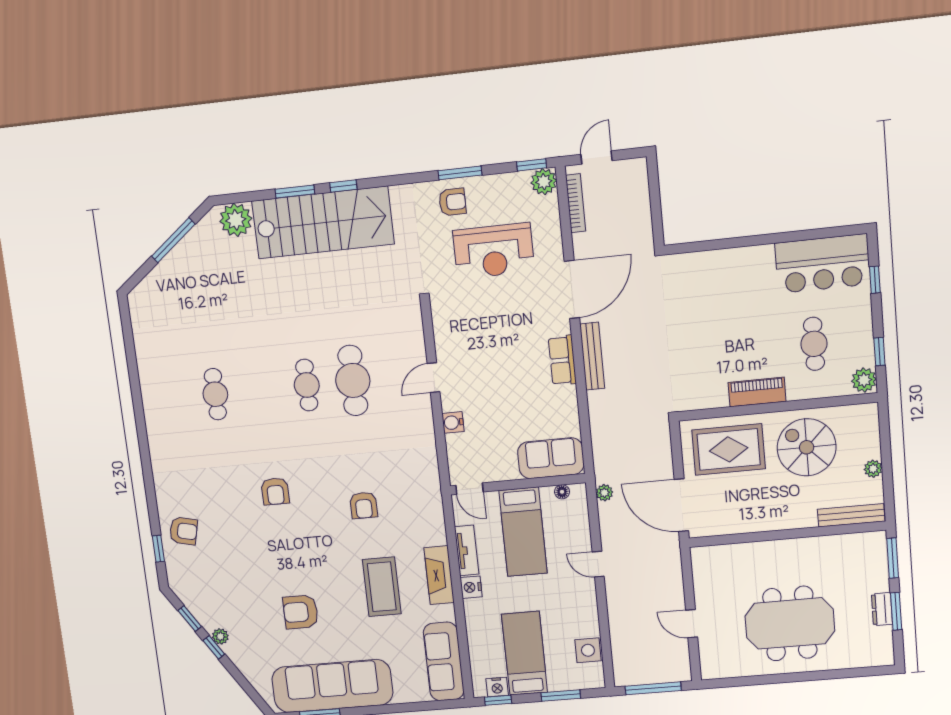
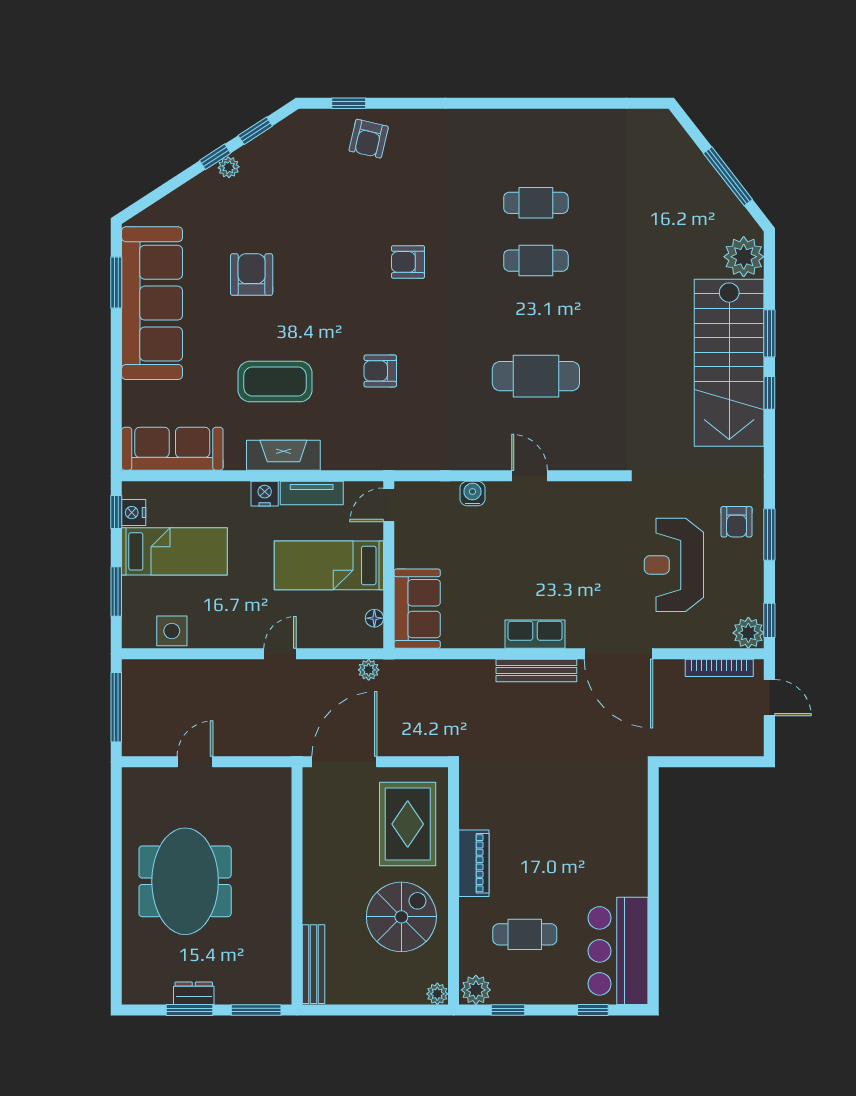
cafe table: (307, 385) -> (536, 261), moved
plant: (873, 469) -> (437, 994), moved

